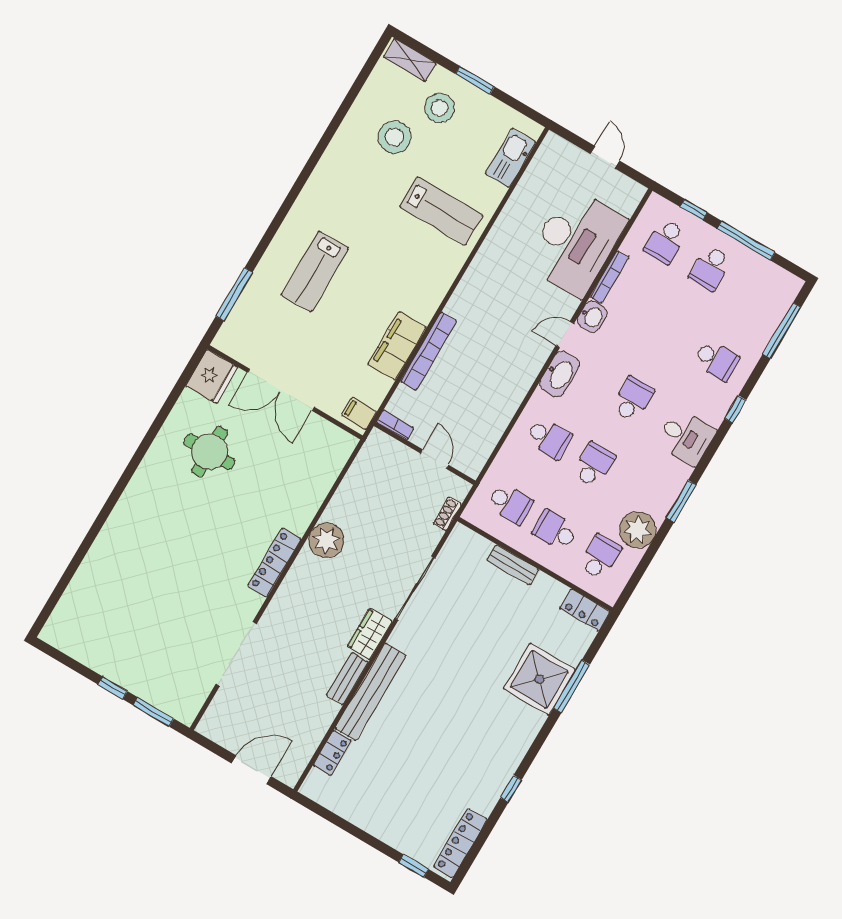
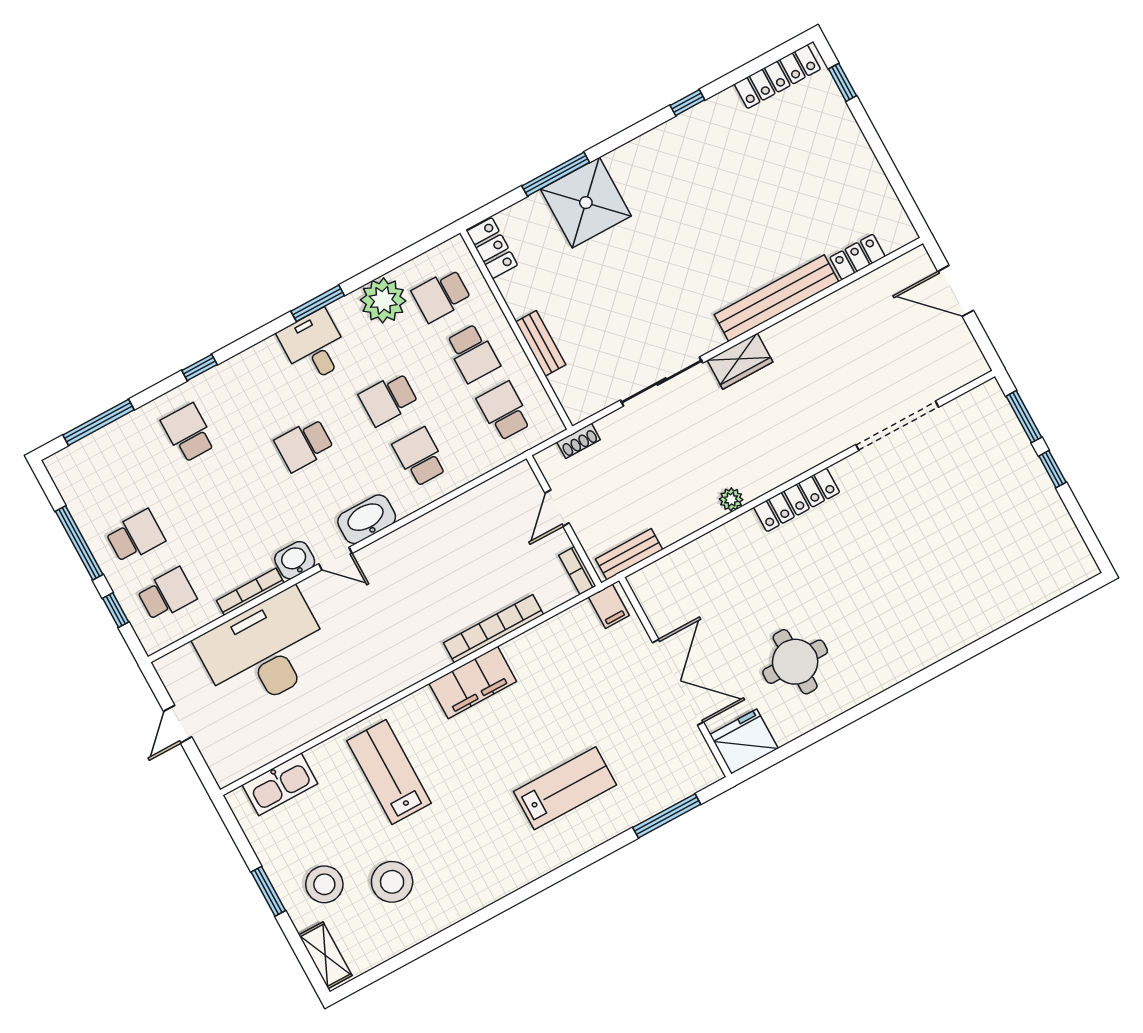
filing cabinet: (397, 346) -> (473, 682), moved
desk: (686, 437) -> (314, 346), moved
plant: (326, 540) -> (731, 499), width x0.53, depth x0.53
bench: (347, 679) -> (629, 554), moved

